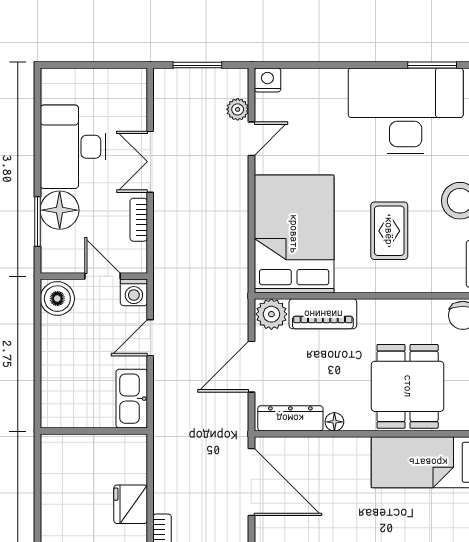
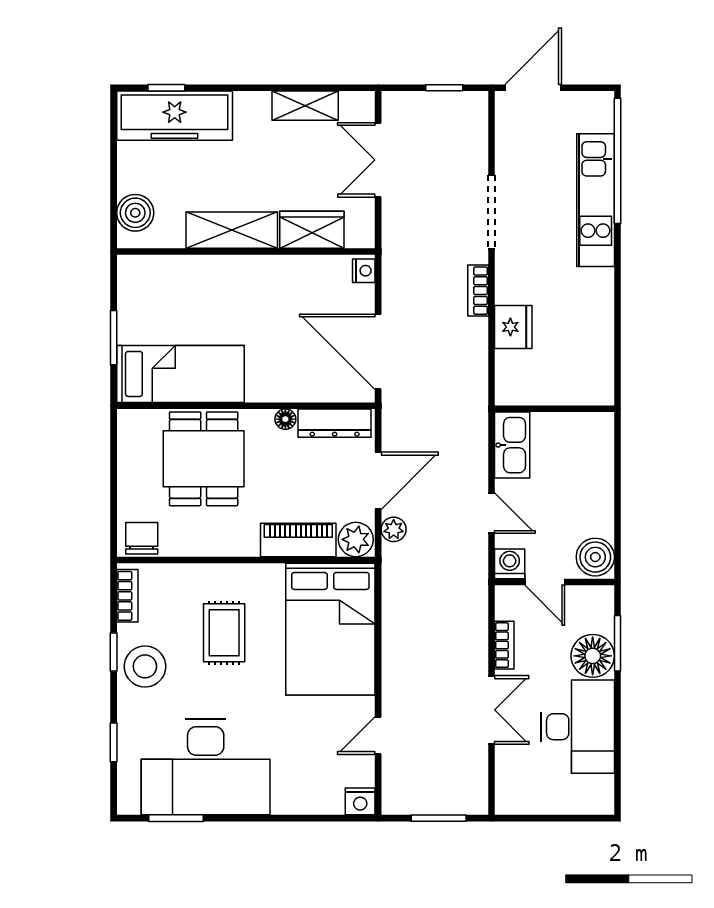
plant: (238, 109) -> (394, 529), moved
door: (150, 338) -> (491, 513), hinge flipped

